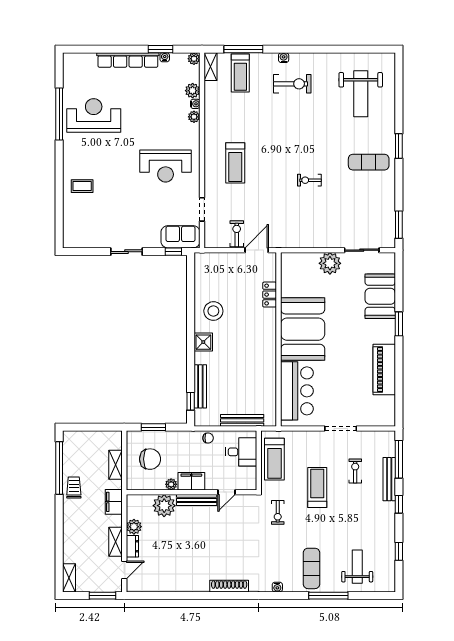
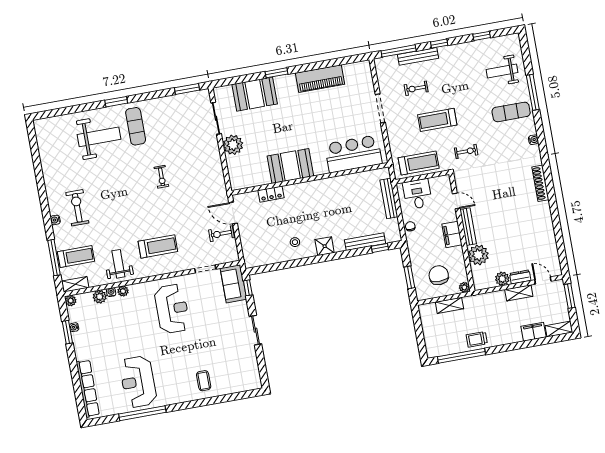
row of seats: (128, 60) -> (88, 388), moved
weight bench: (361, 94) -> (99, 137), moved
weight bench: (224, 117) -> (118, 264), added
stool: (213, 311) -> (295, 242), width x0.53, depth x0.53
booth: (303, 329) -> (290, 166), width x0.73, depth x0.70
plant: (171, 484) -> (464, 287), moved
filing cabinet: (114, 502) -> (534, 332), moved, turned 180

